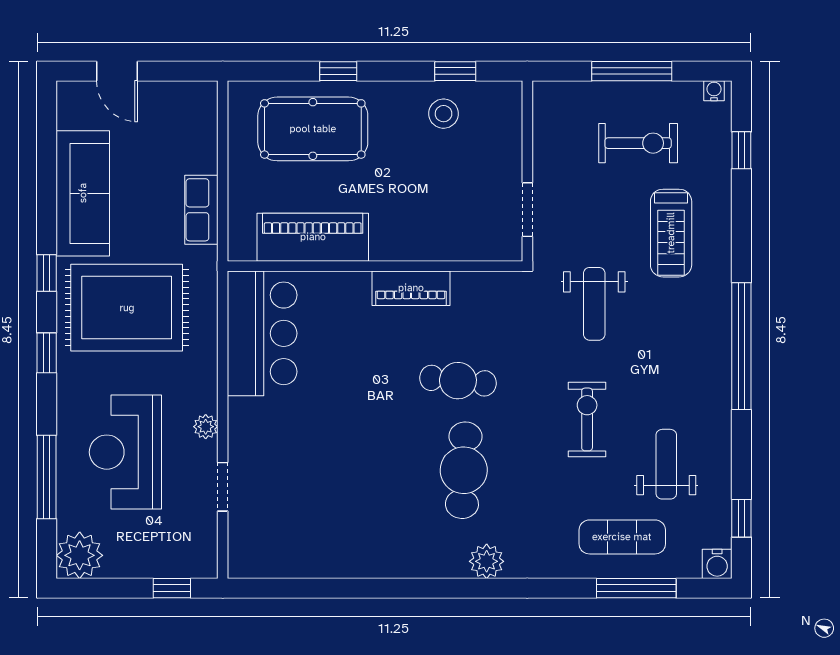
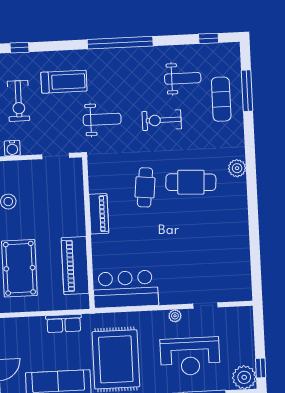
exercise bike: (638, 143) -> (19, 101), turned 180
weight bench: (666, 464) -> (183, 78), turned 180
water cooler: (717, 564) -> (12, 148), moved, turned 90
window: (172, 588) -> (261, 368), moved

